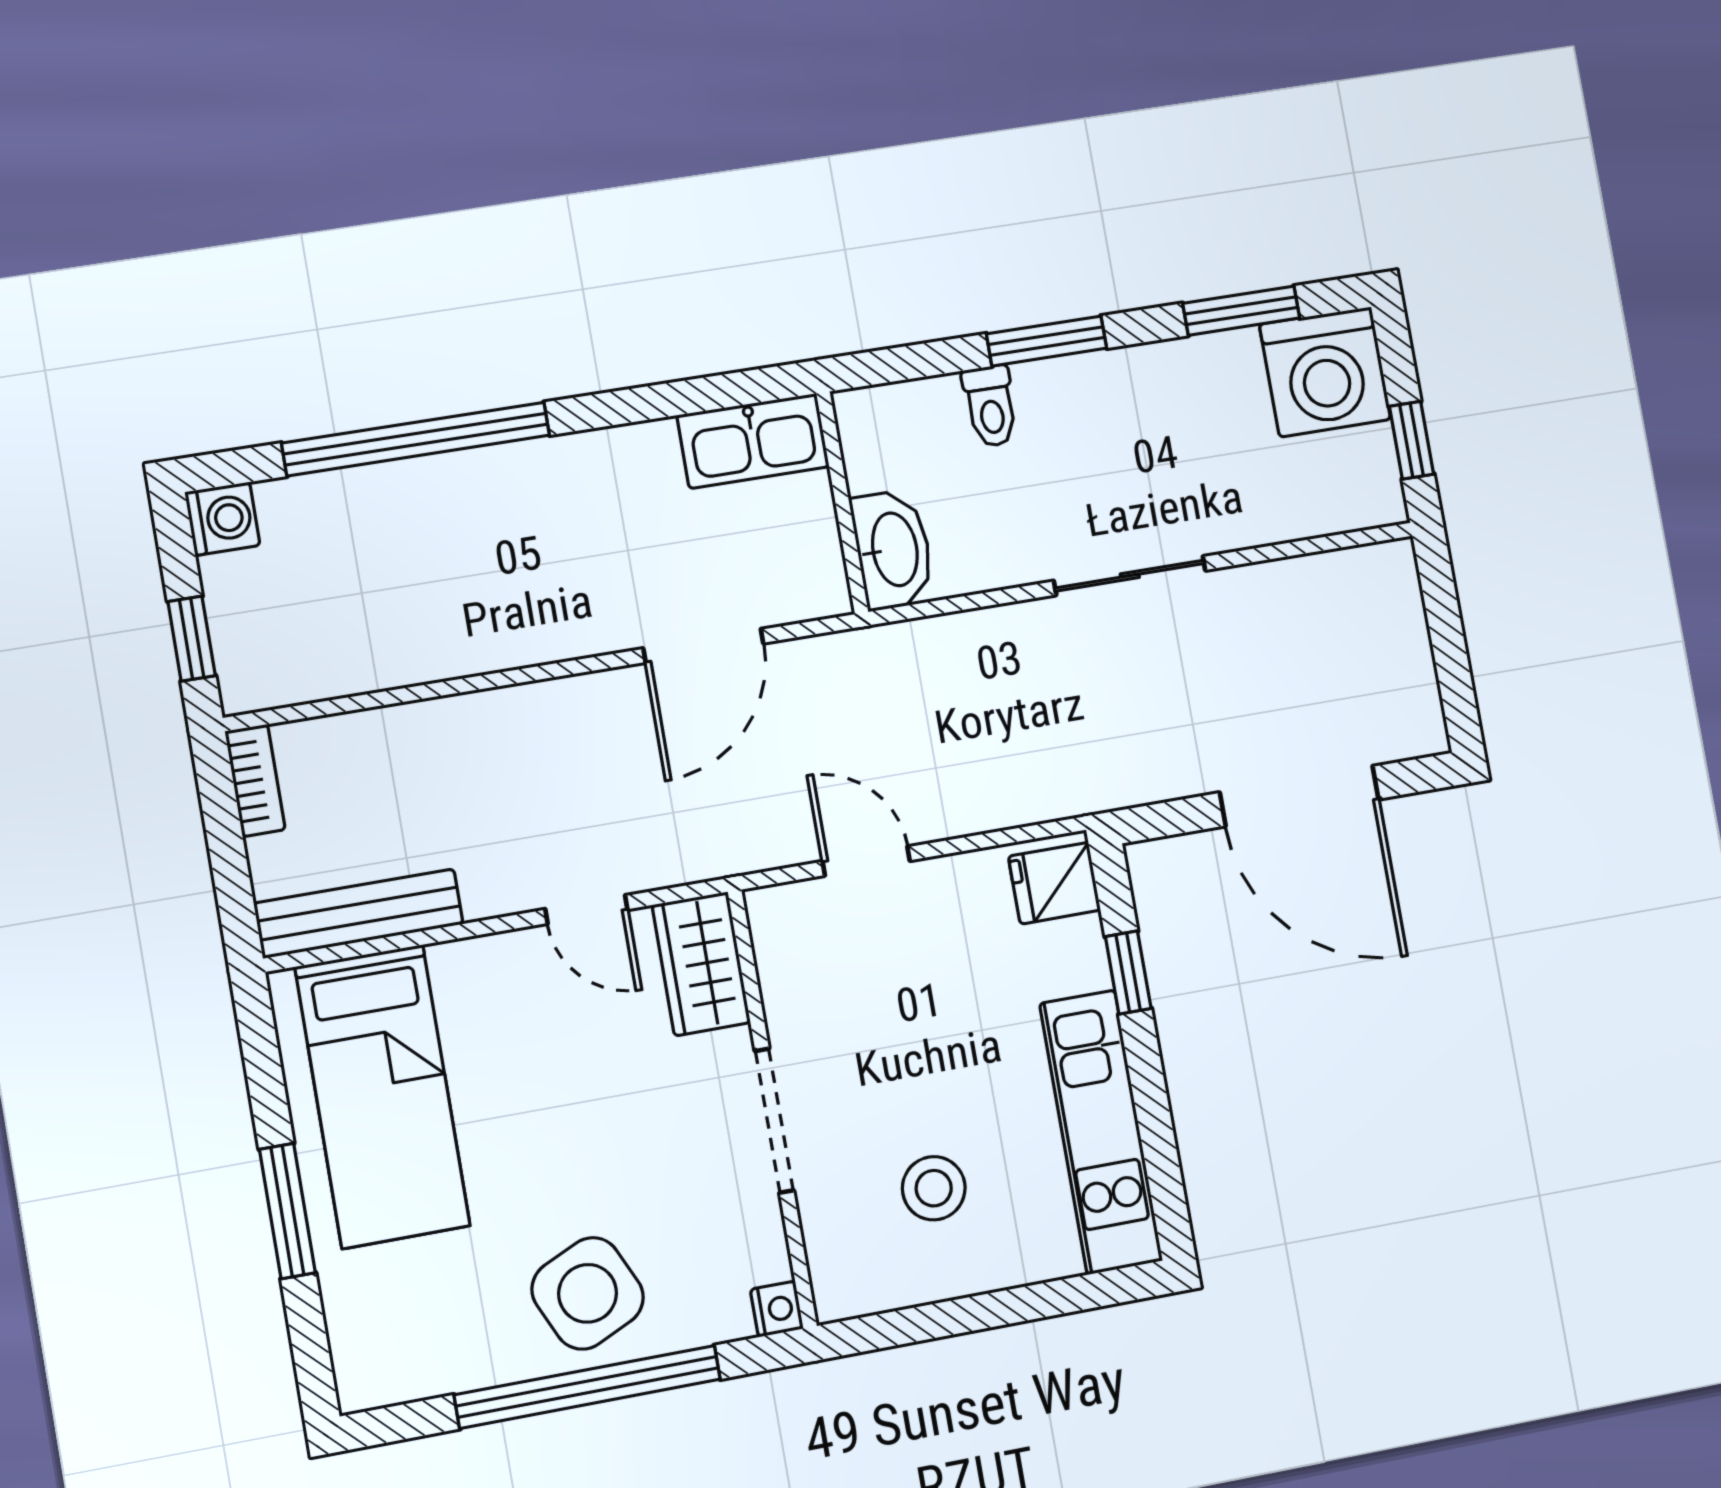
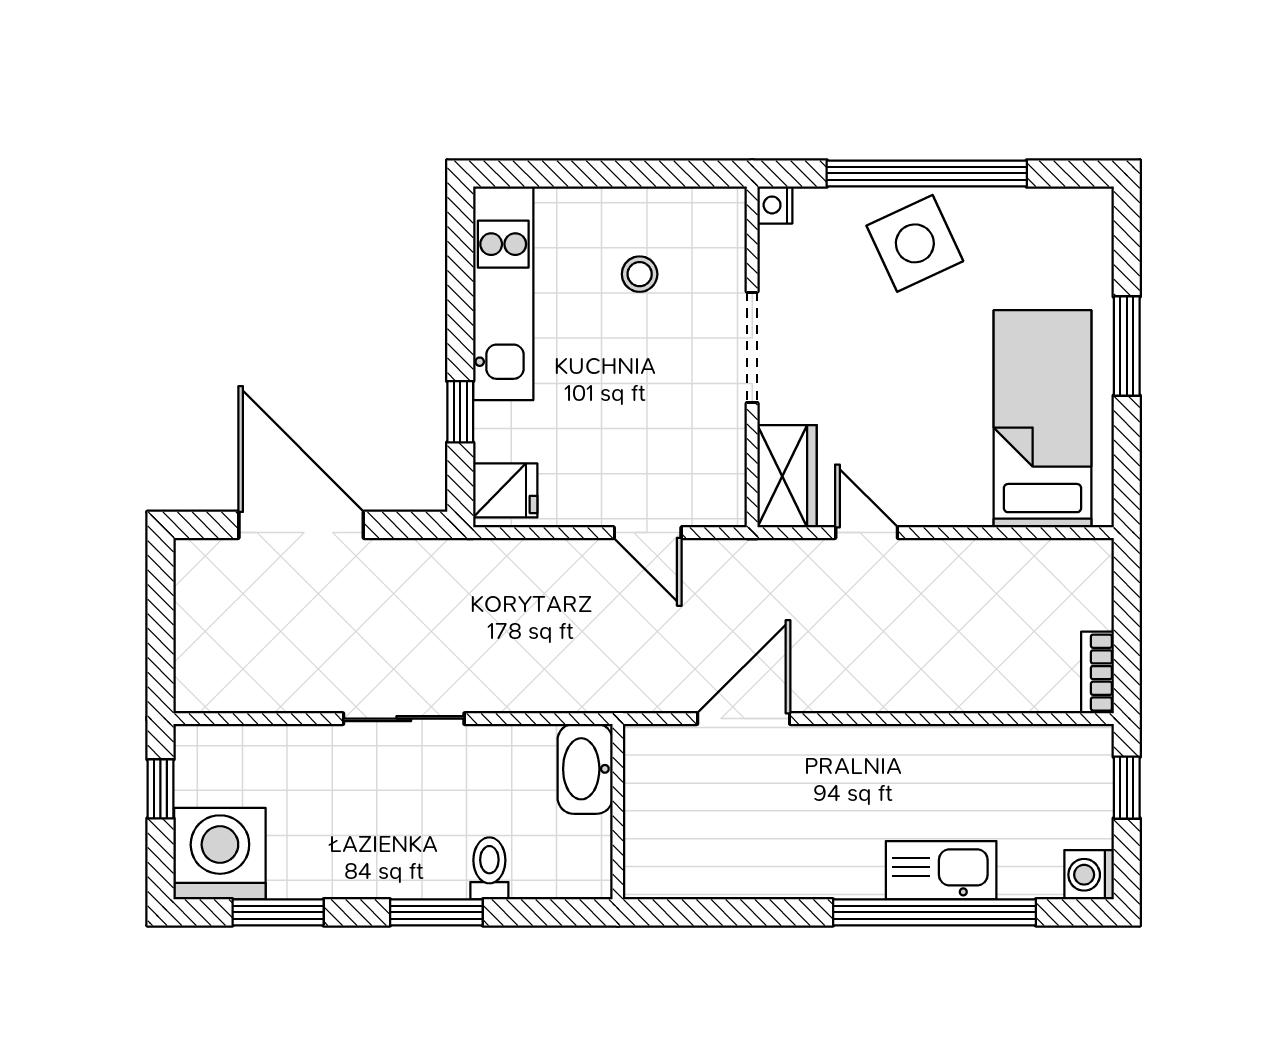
kitchen sink: (753, 441) -> (941, 870), moved
bench: (359, 914) -> (1037, 559), removed
stool: (934, 1188) -> (640, 274), width x0.73, depth x0.73

